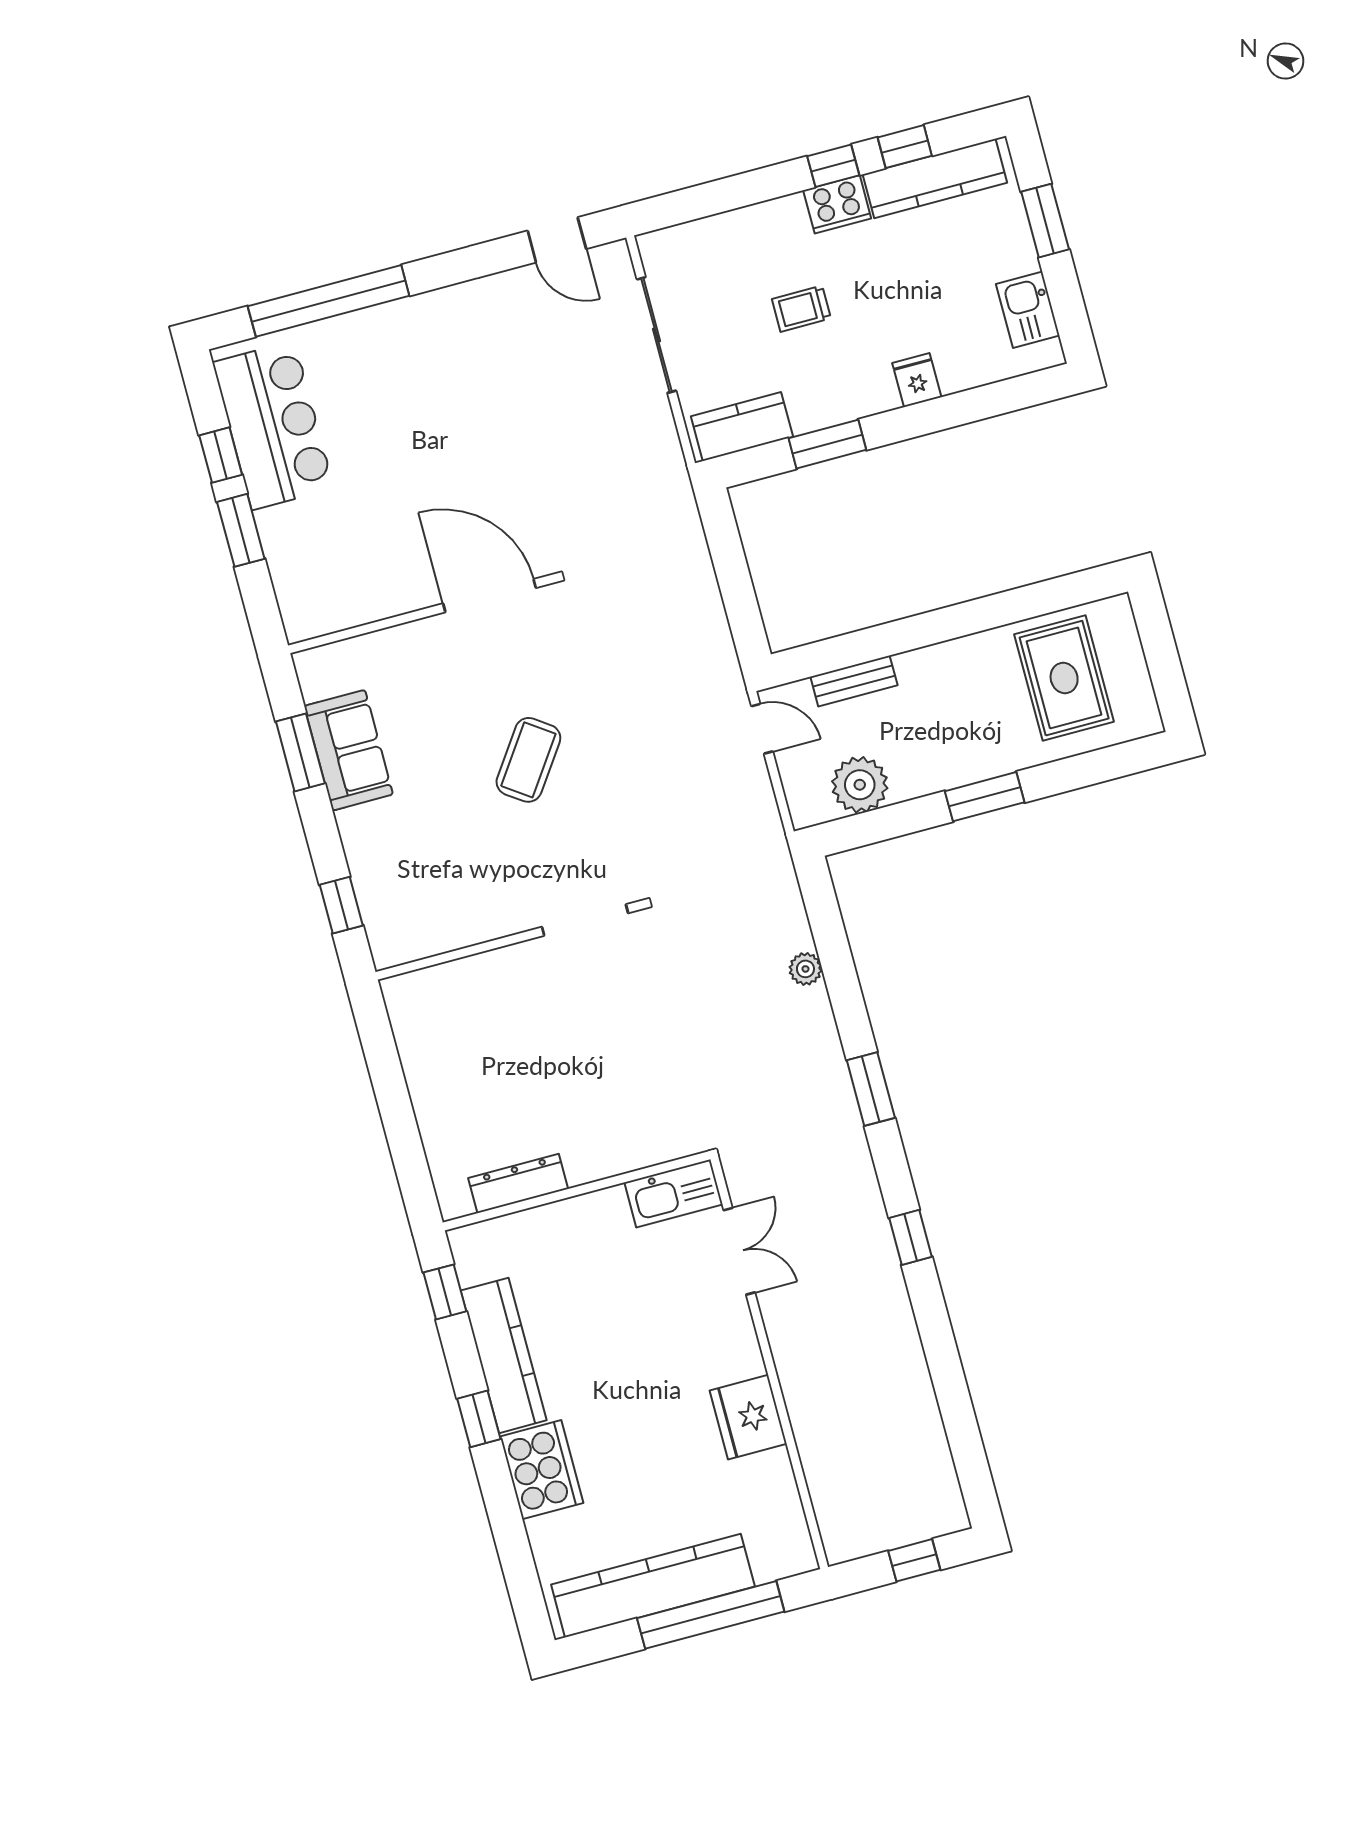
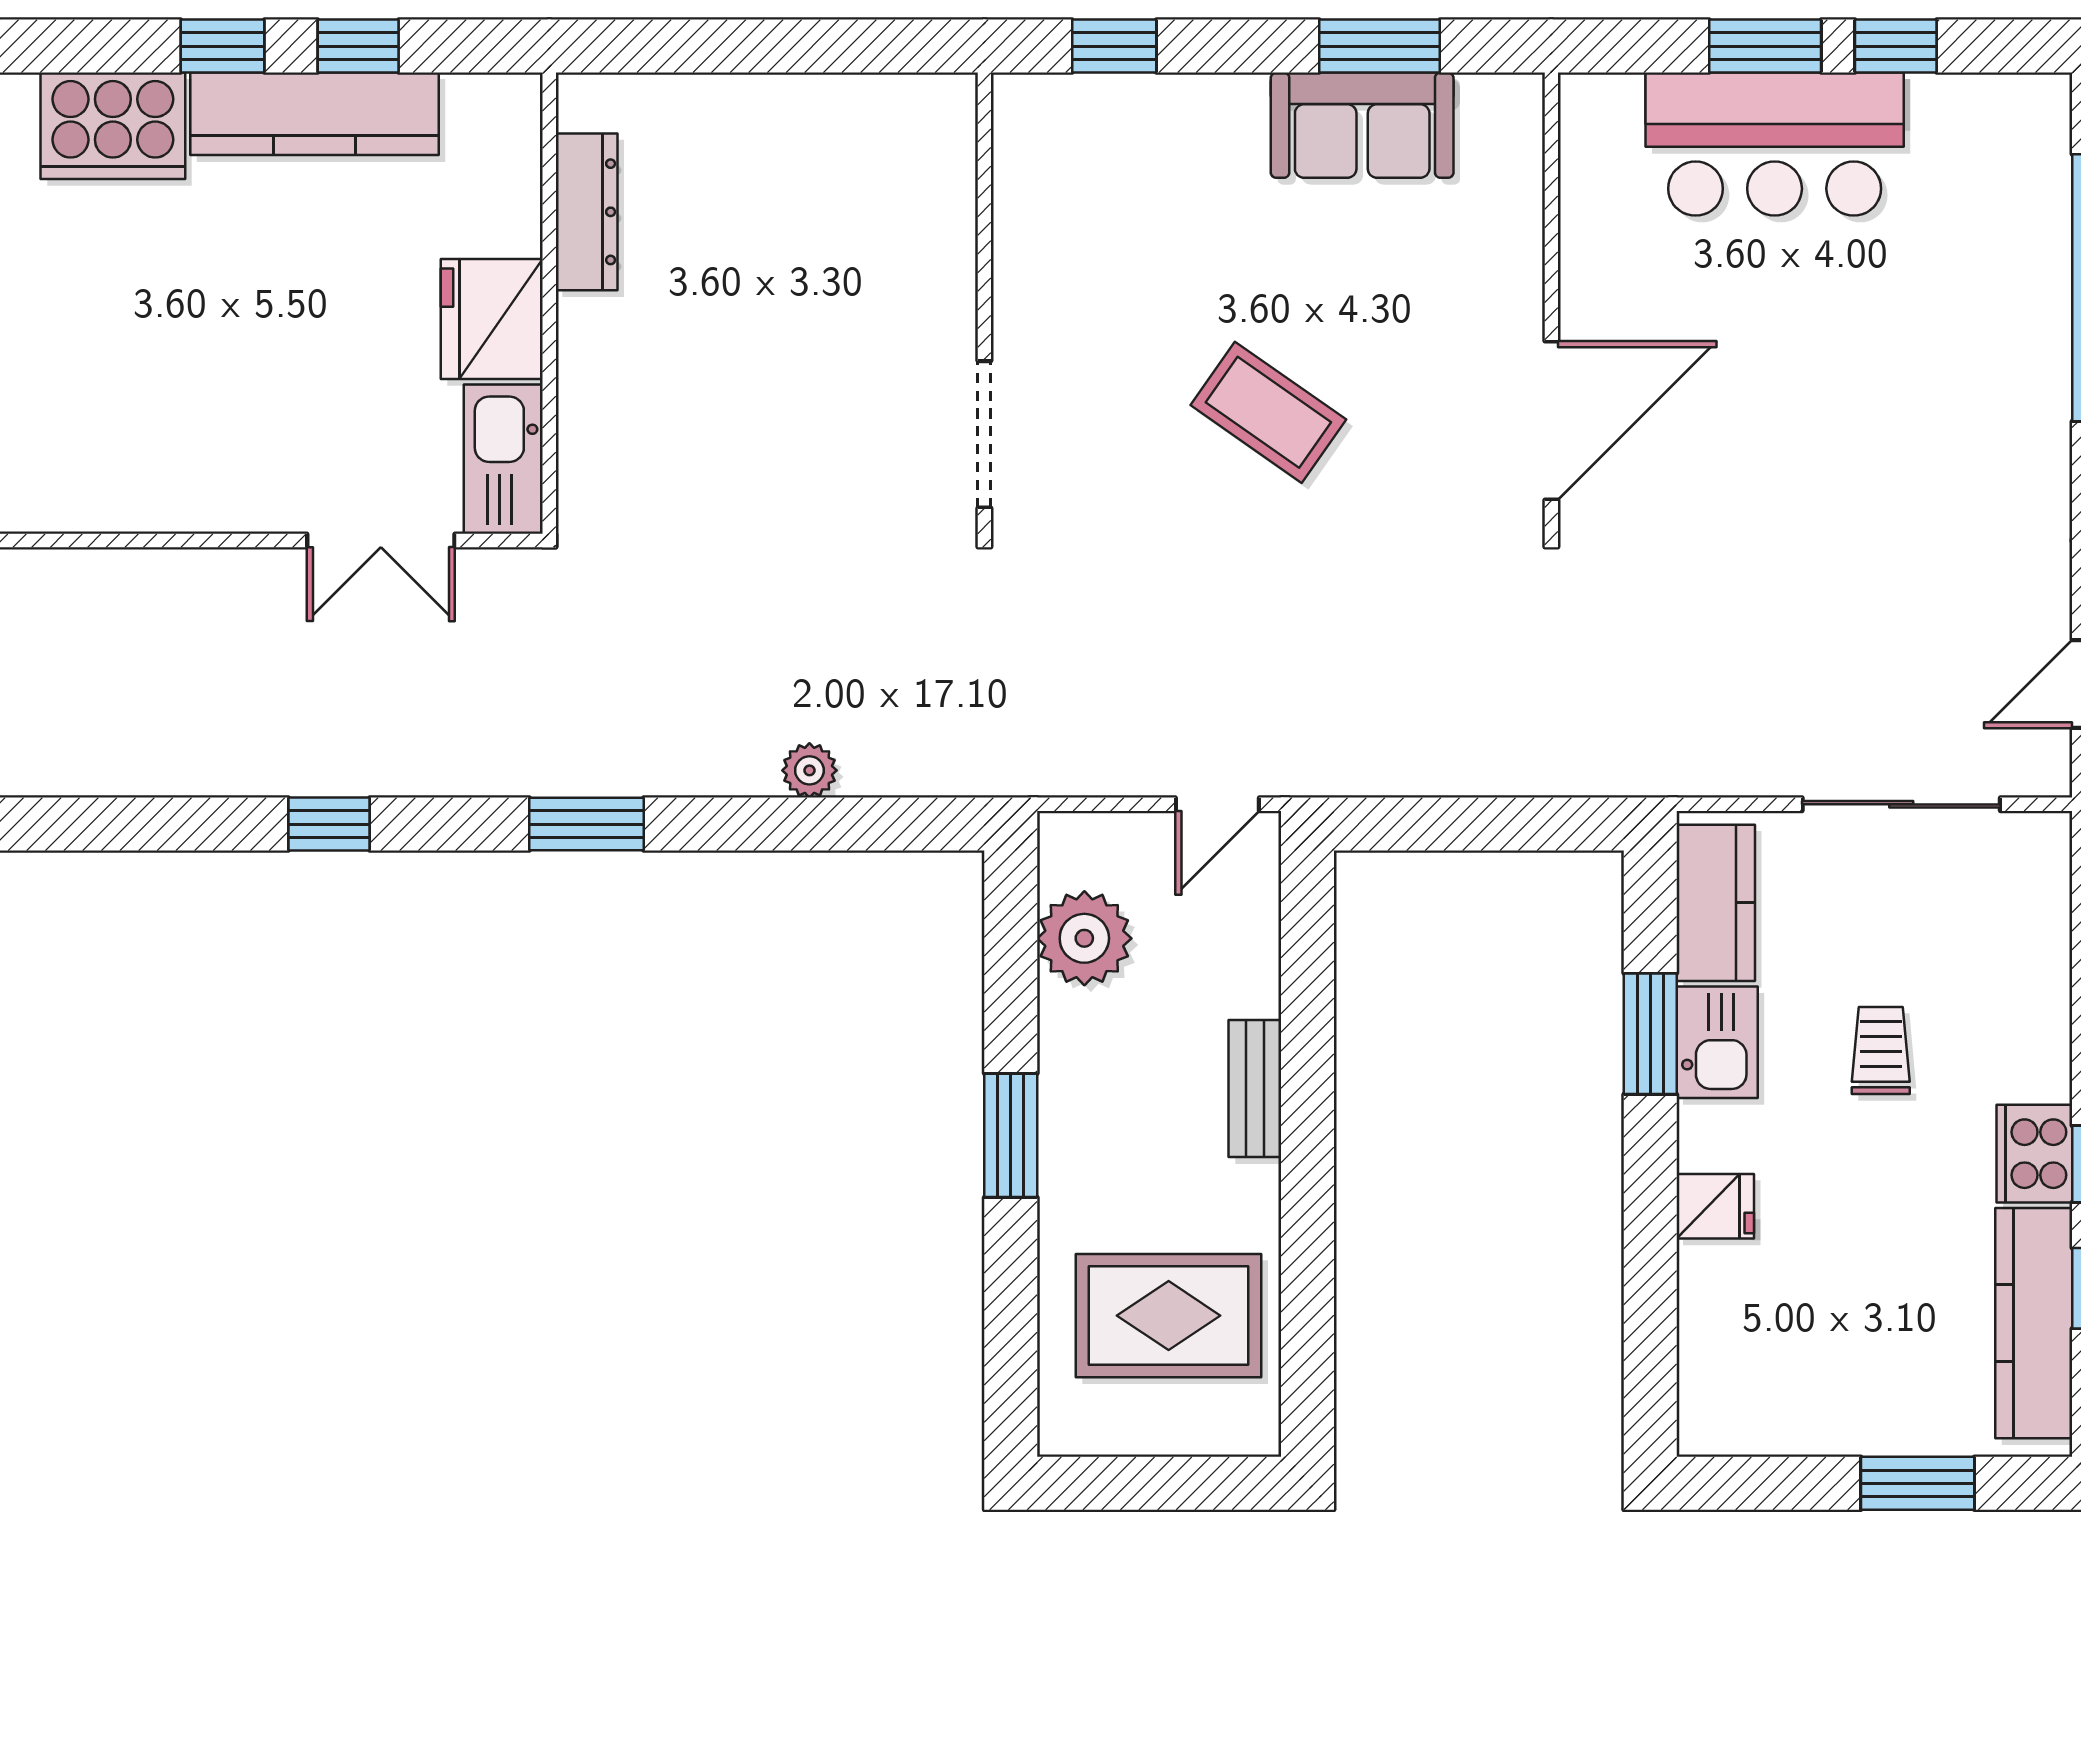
kitchen sink: (1028, 310) -> (1717, 1042), moved, turned 90
bar counter: (273, 425) -> (1775, 144), moved
bench: (854, 681) -> (1255, 1089), moved
window: (445, 1292) -> (358, 46), moved
fridge: (748, 1417) -> (492, 319), moved, turned -90

